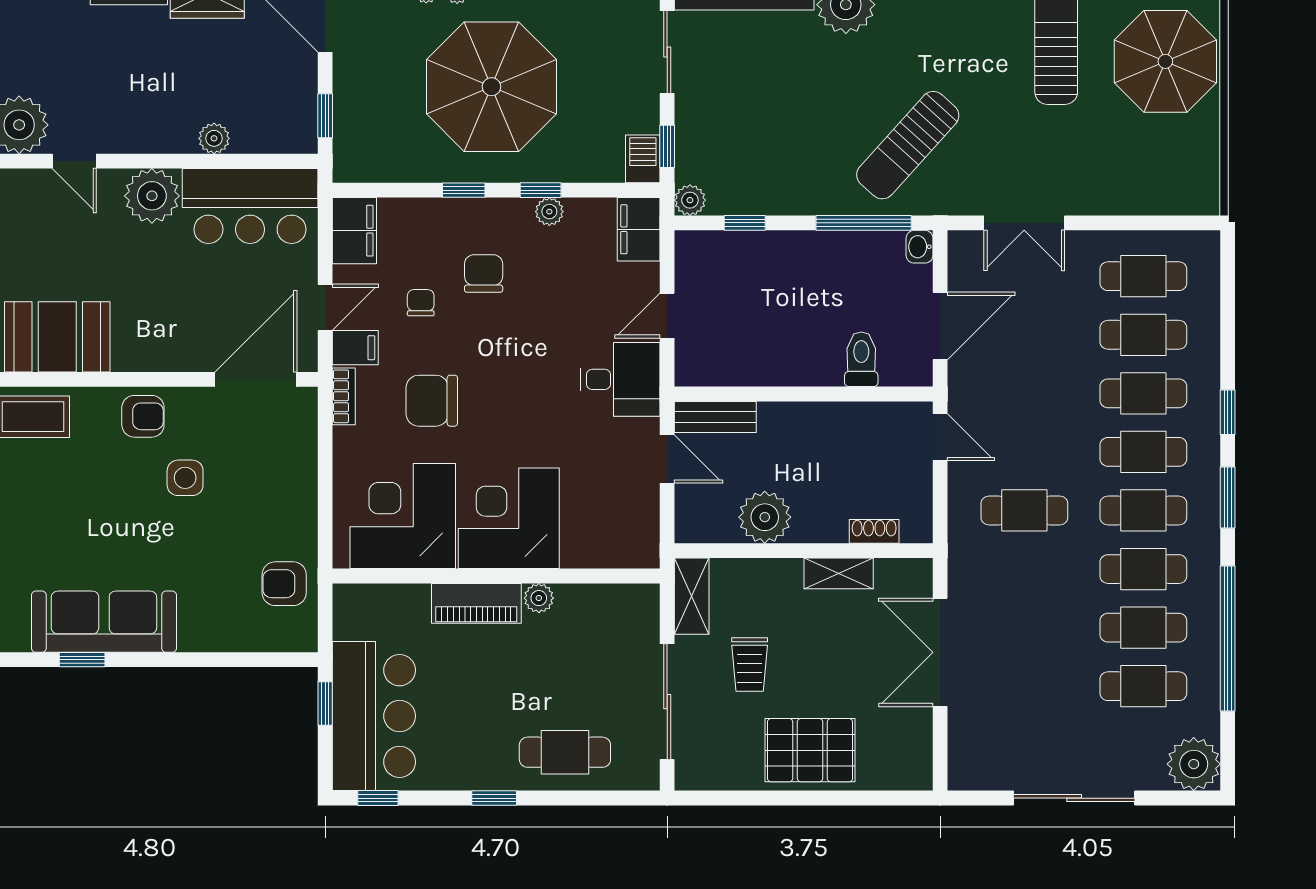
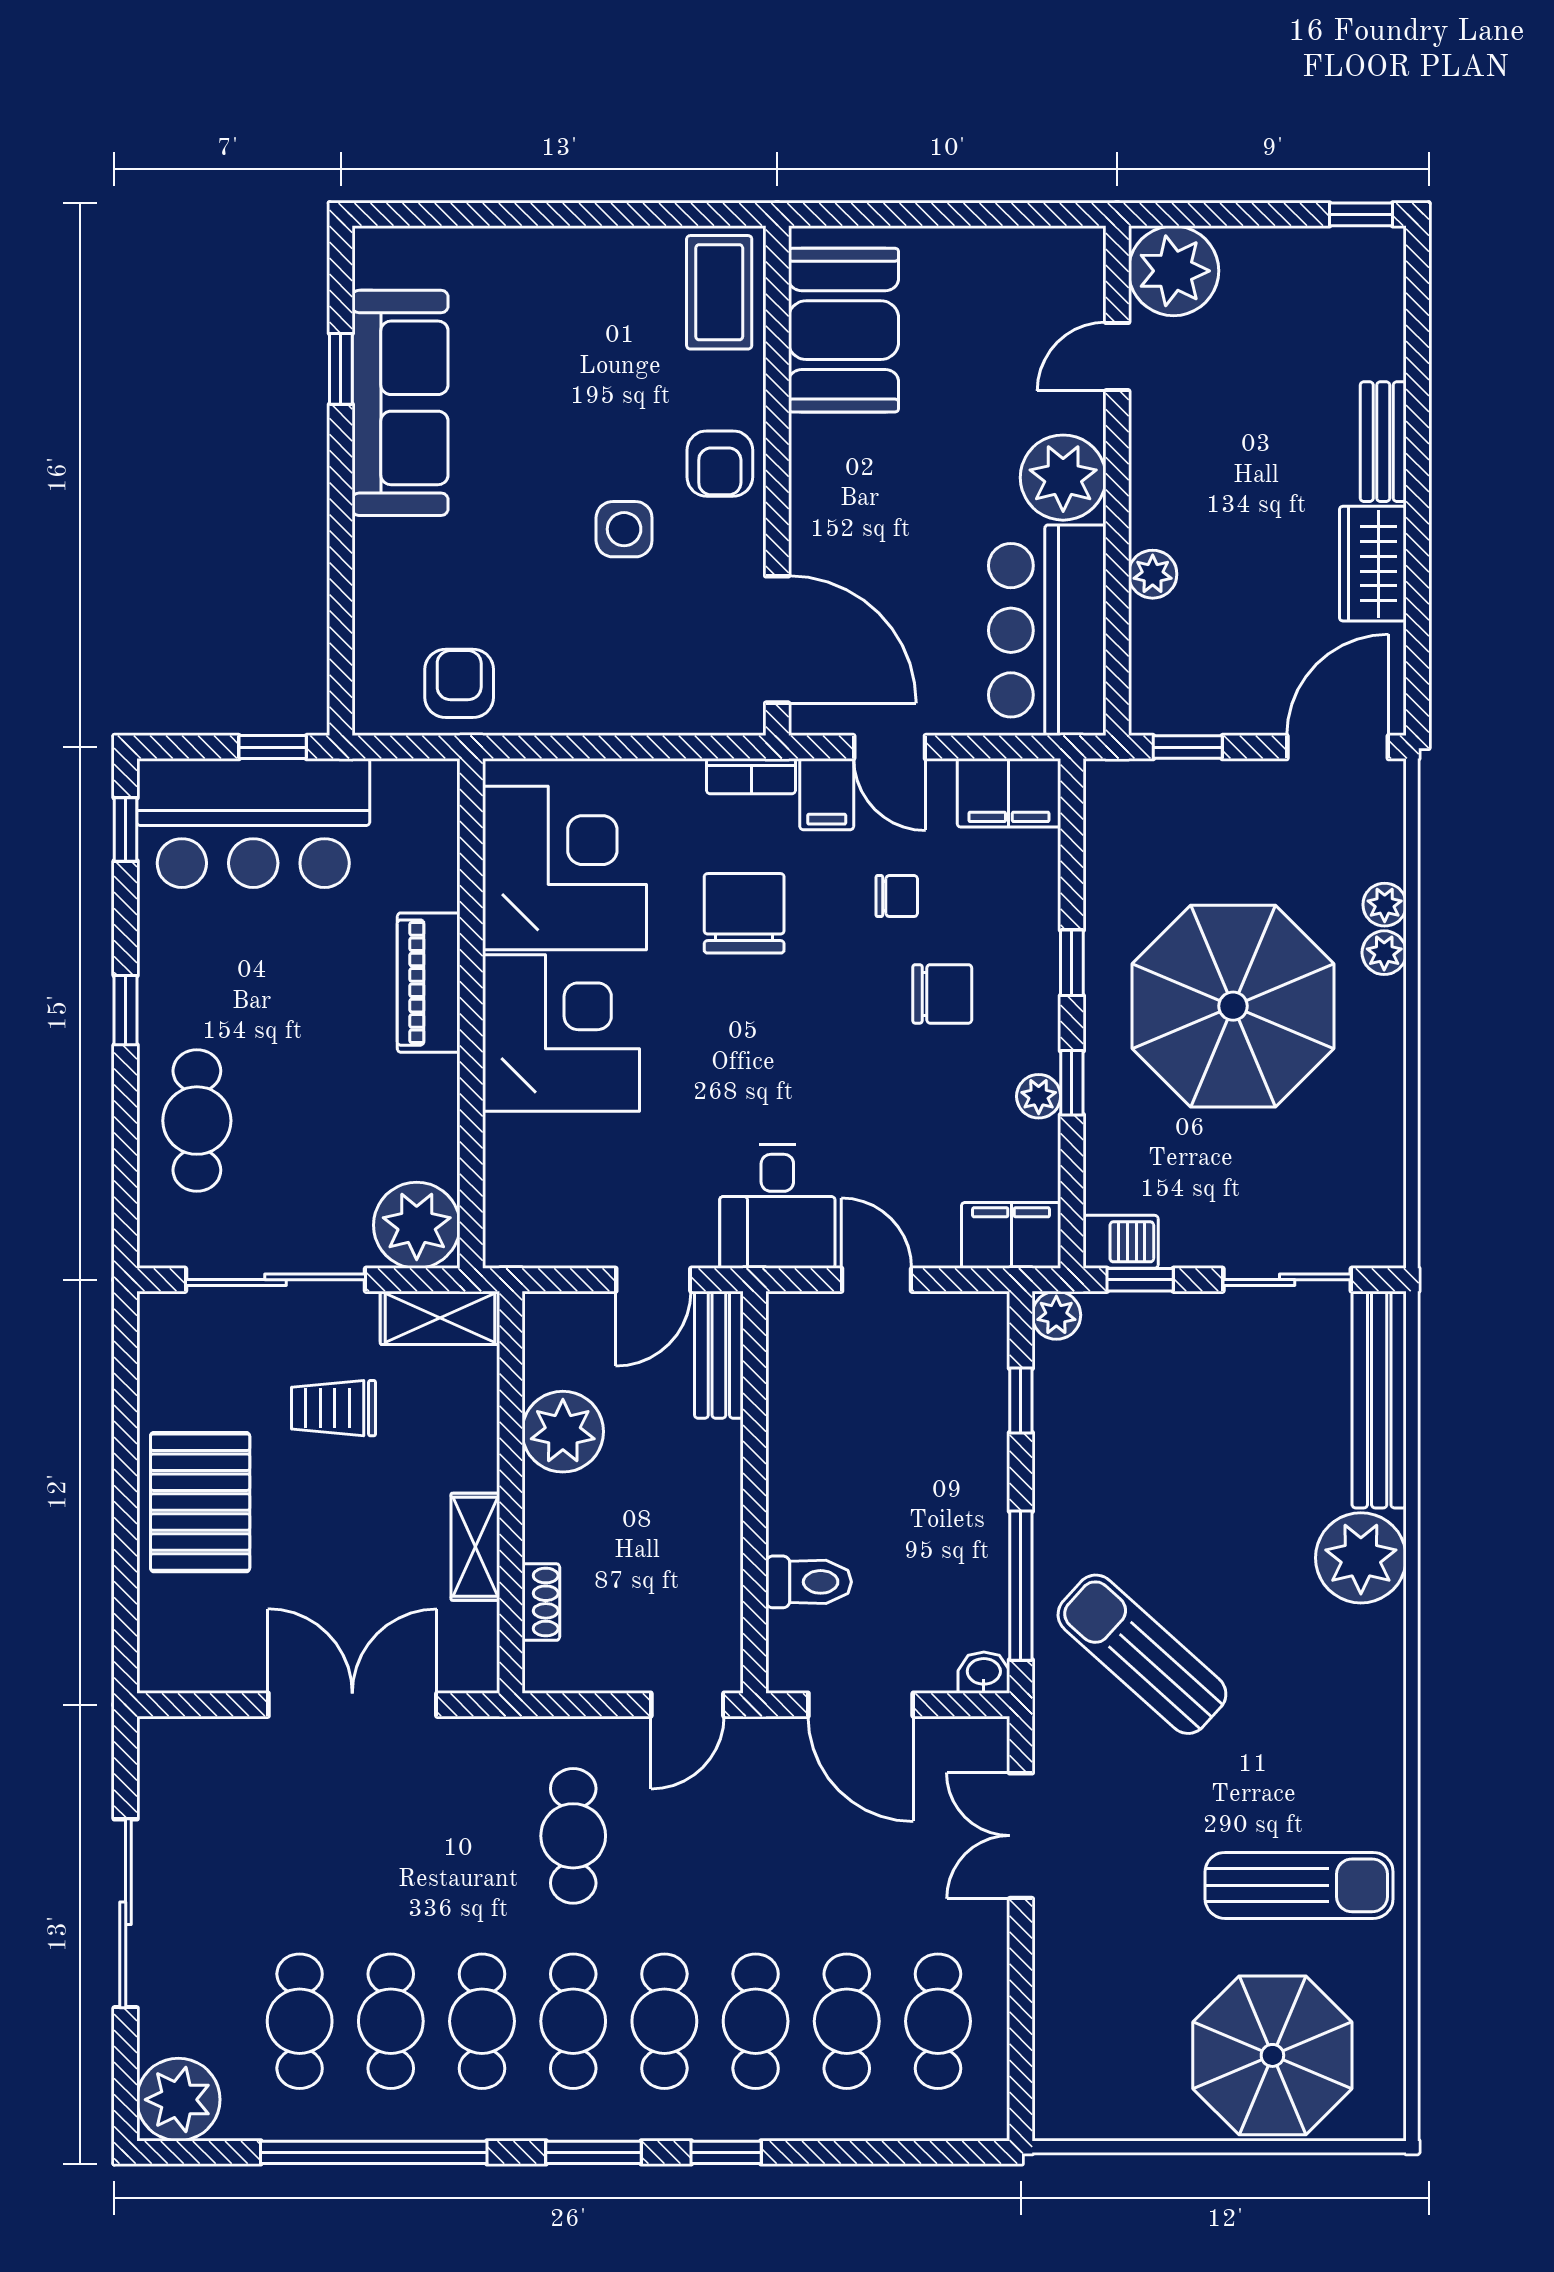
plant: (539, 598) -> (417, 1225), moved, width x1.88, depth x1.88

